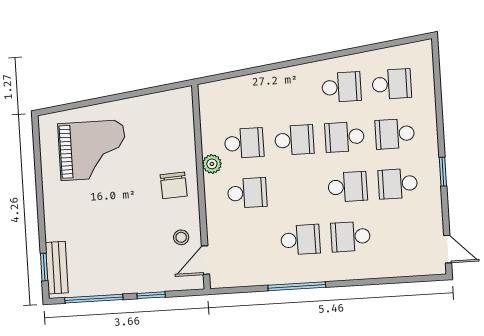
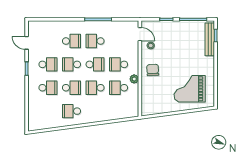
school desk: (392, 84) -> (95, 64), moved, turned 180
door: (448, 249) -> (27, 43), moved
door: (205, 260) -> (140, 34), hinge flipped
bench: (57, 268) -> (210, 39), width x1.36

